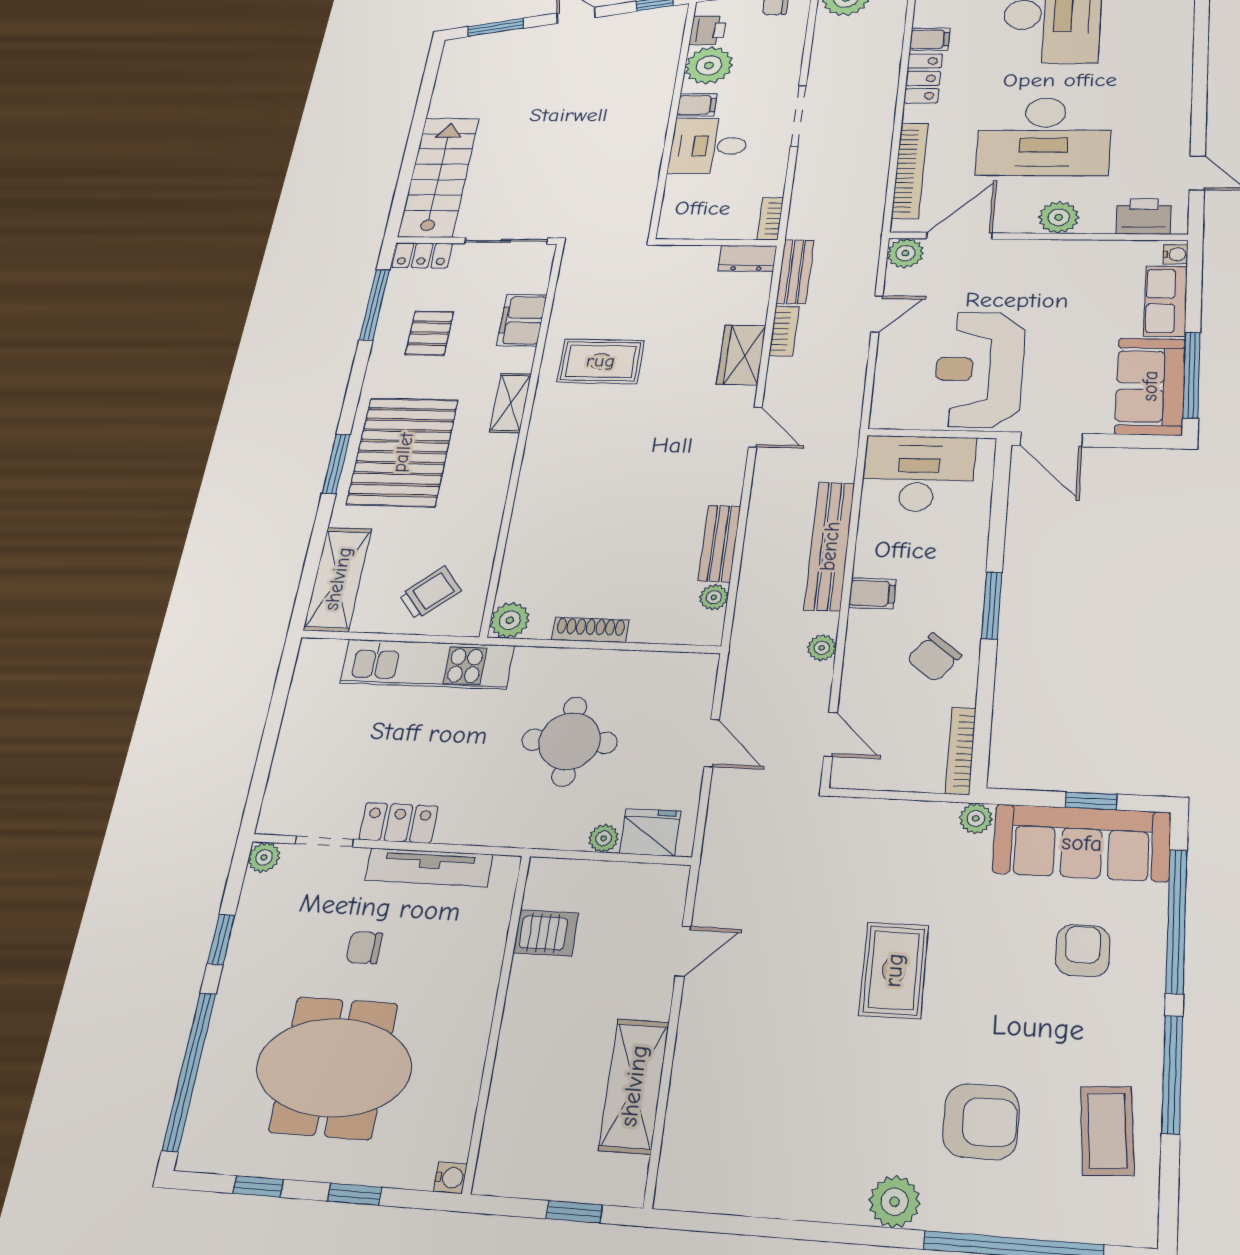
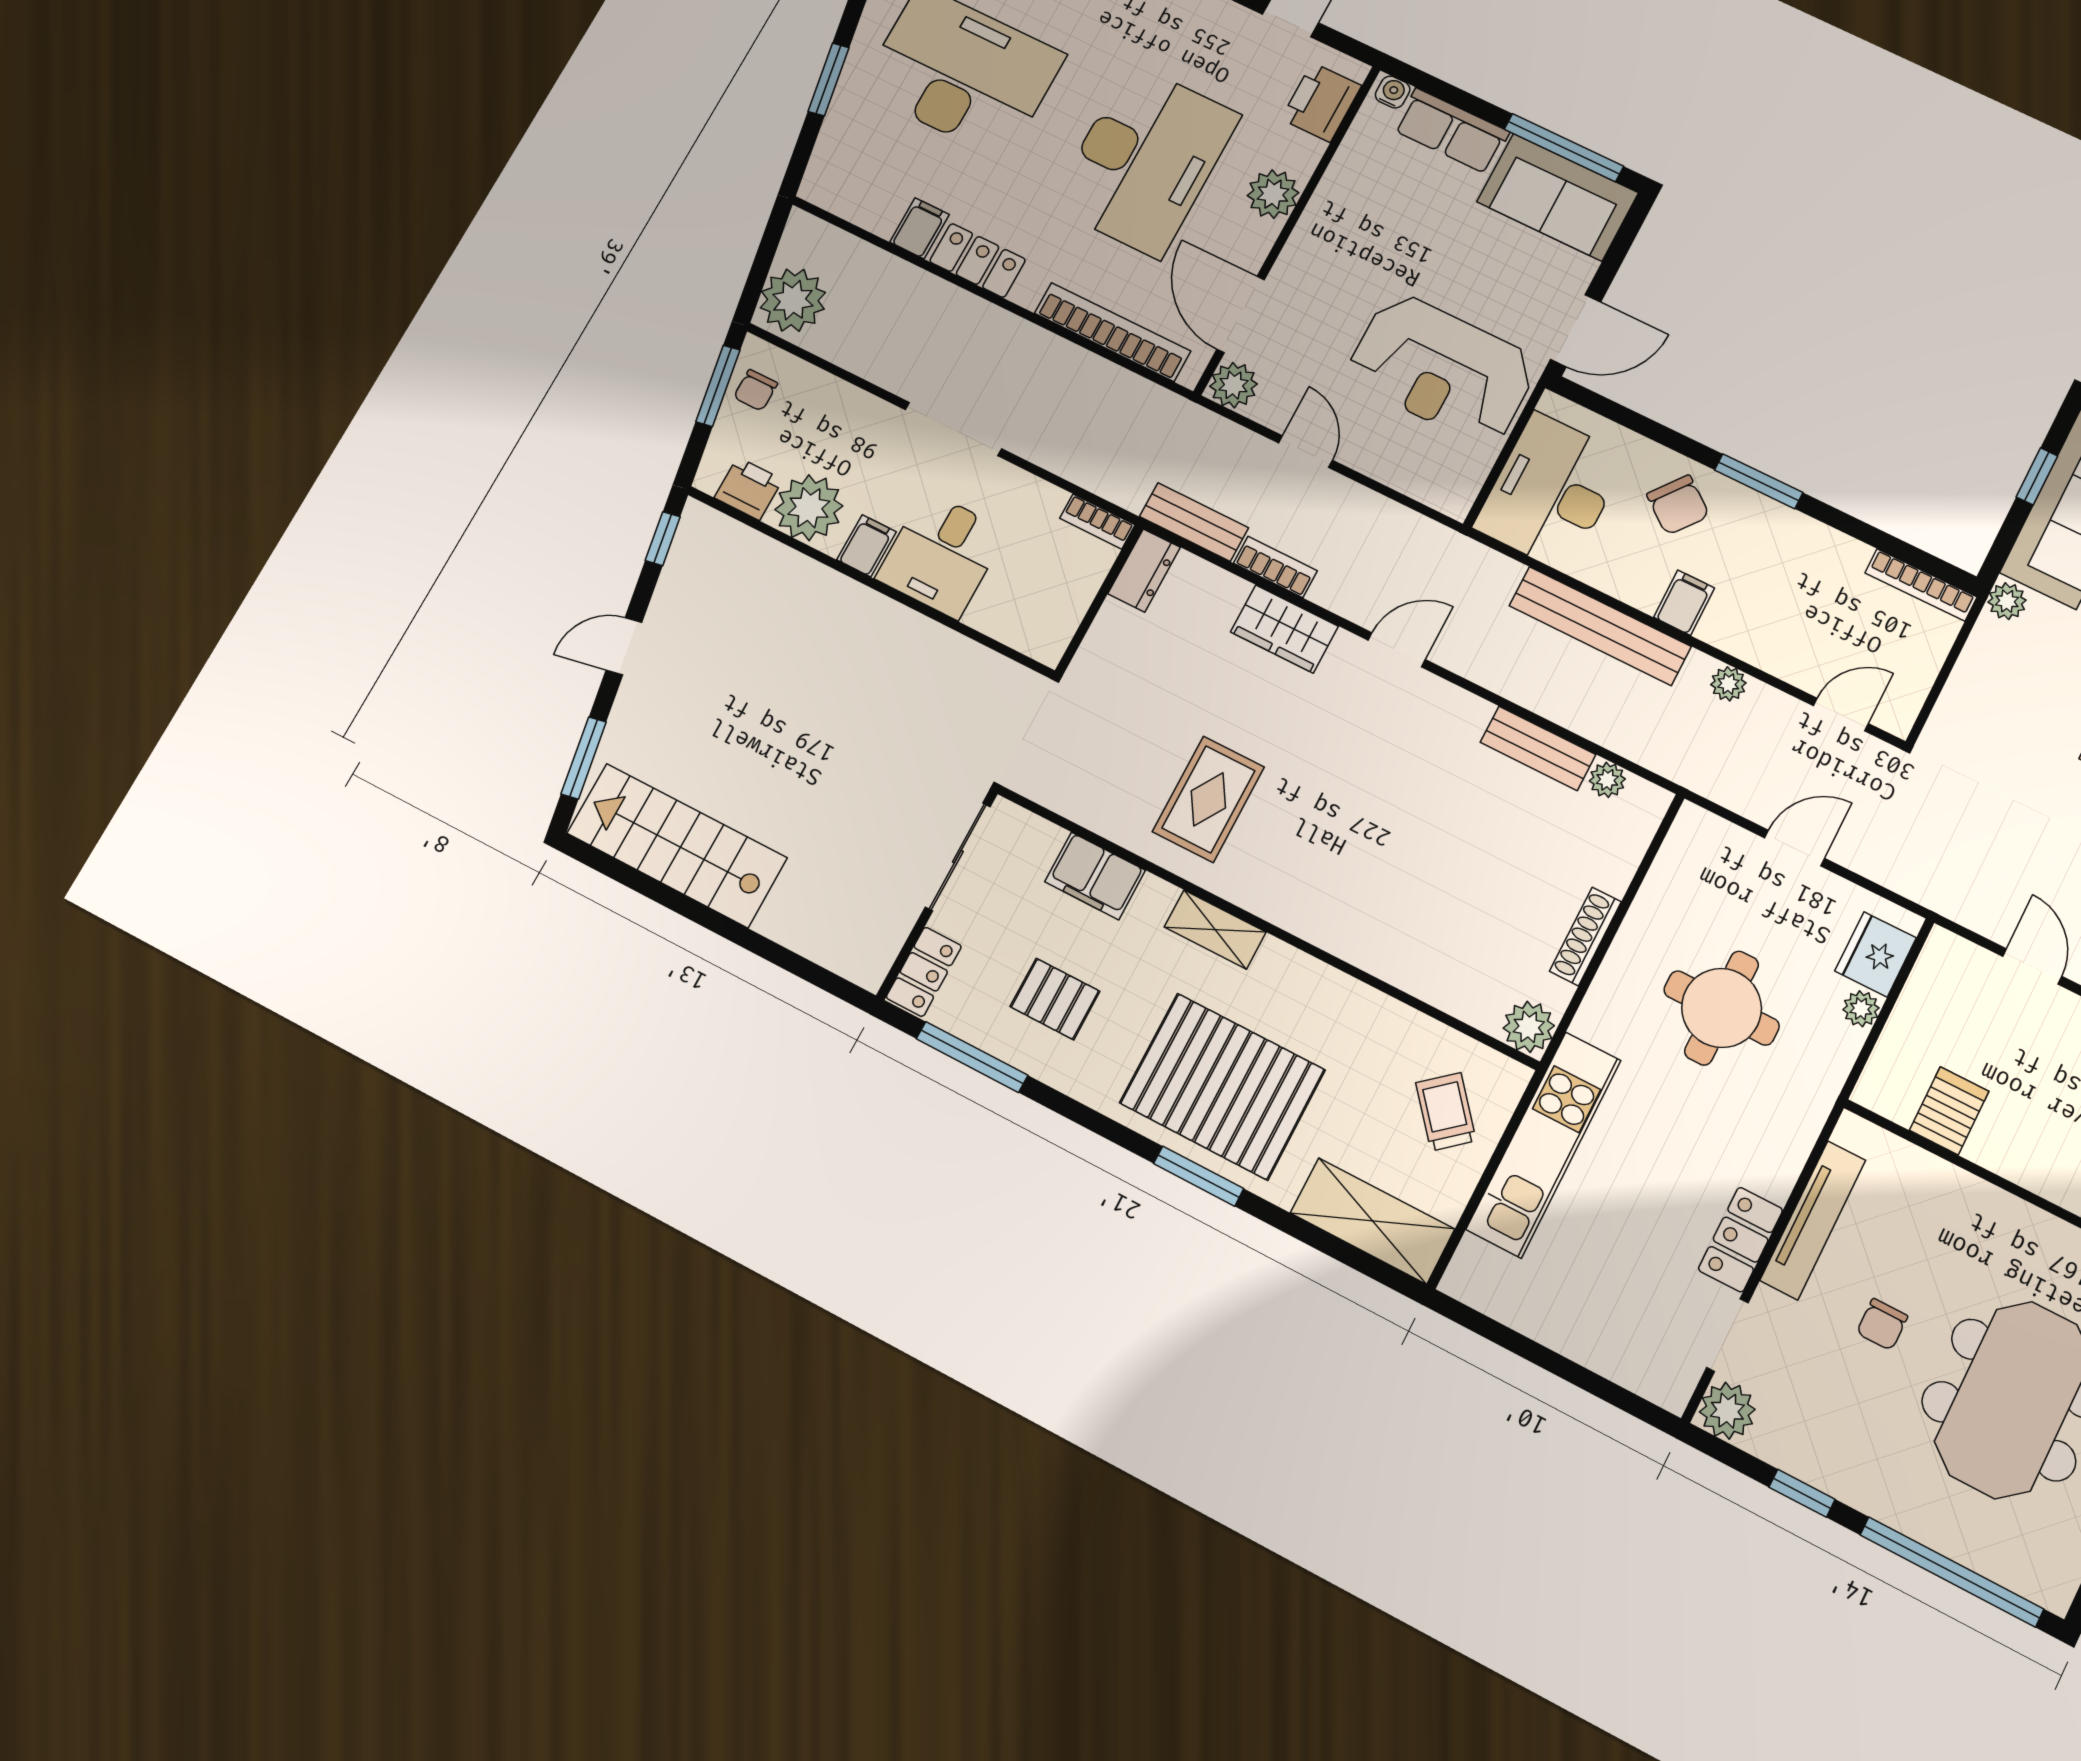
stairs: (439, 177) -> (677, 845), moved
chair: (934, 657) -> (1678, 505), moved
plant: (264, 857) -> (1727, 1411), width x1.38, depth x1.38

